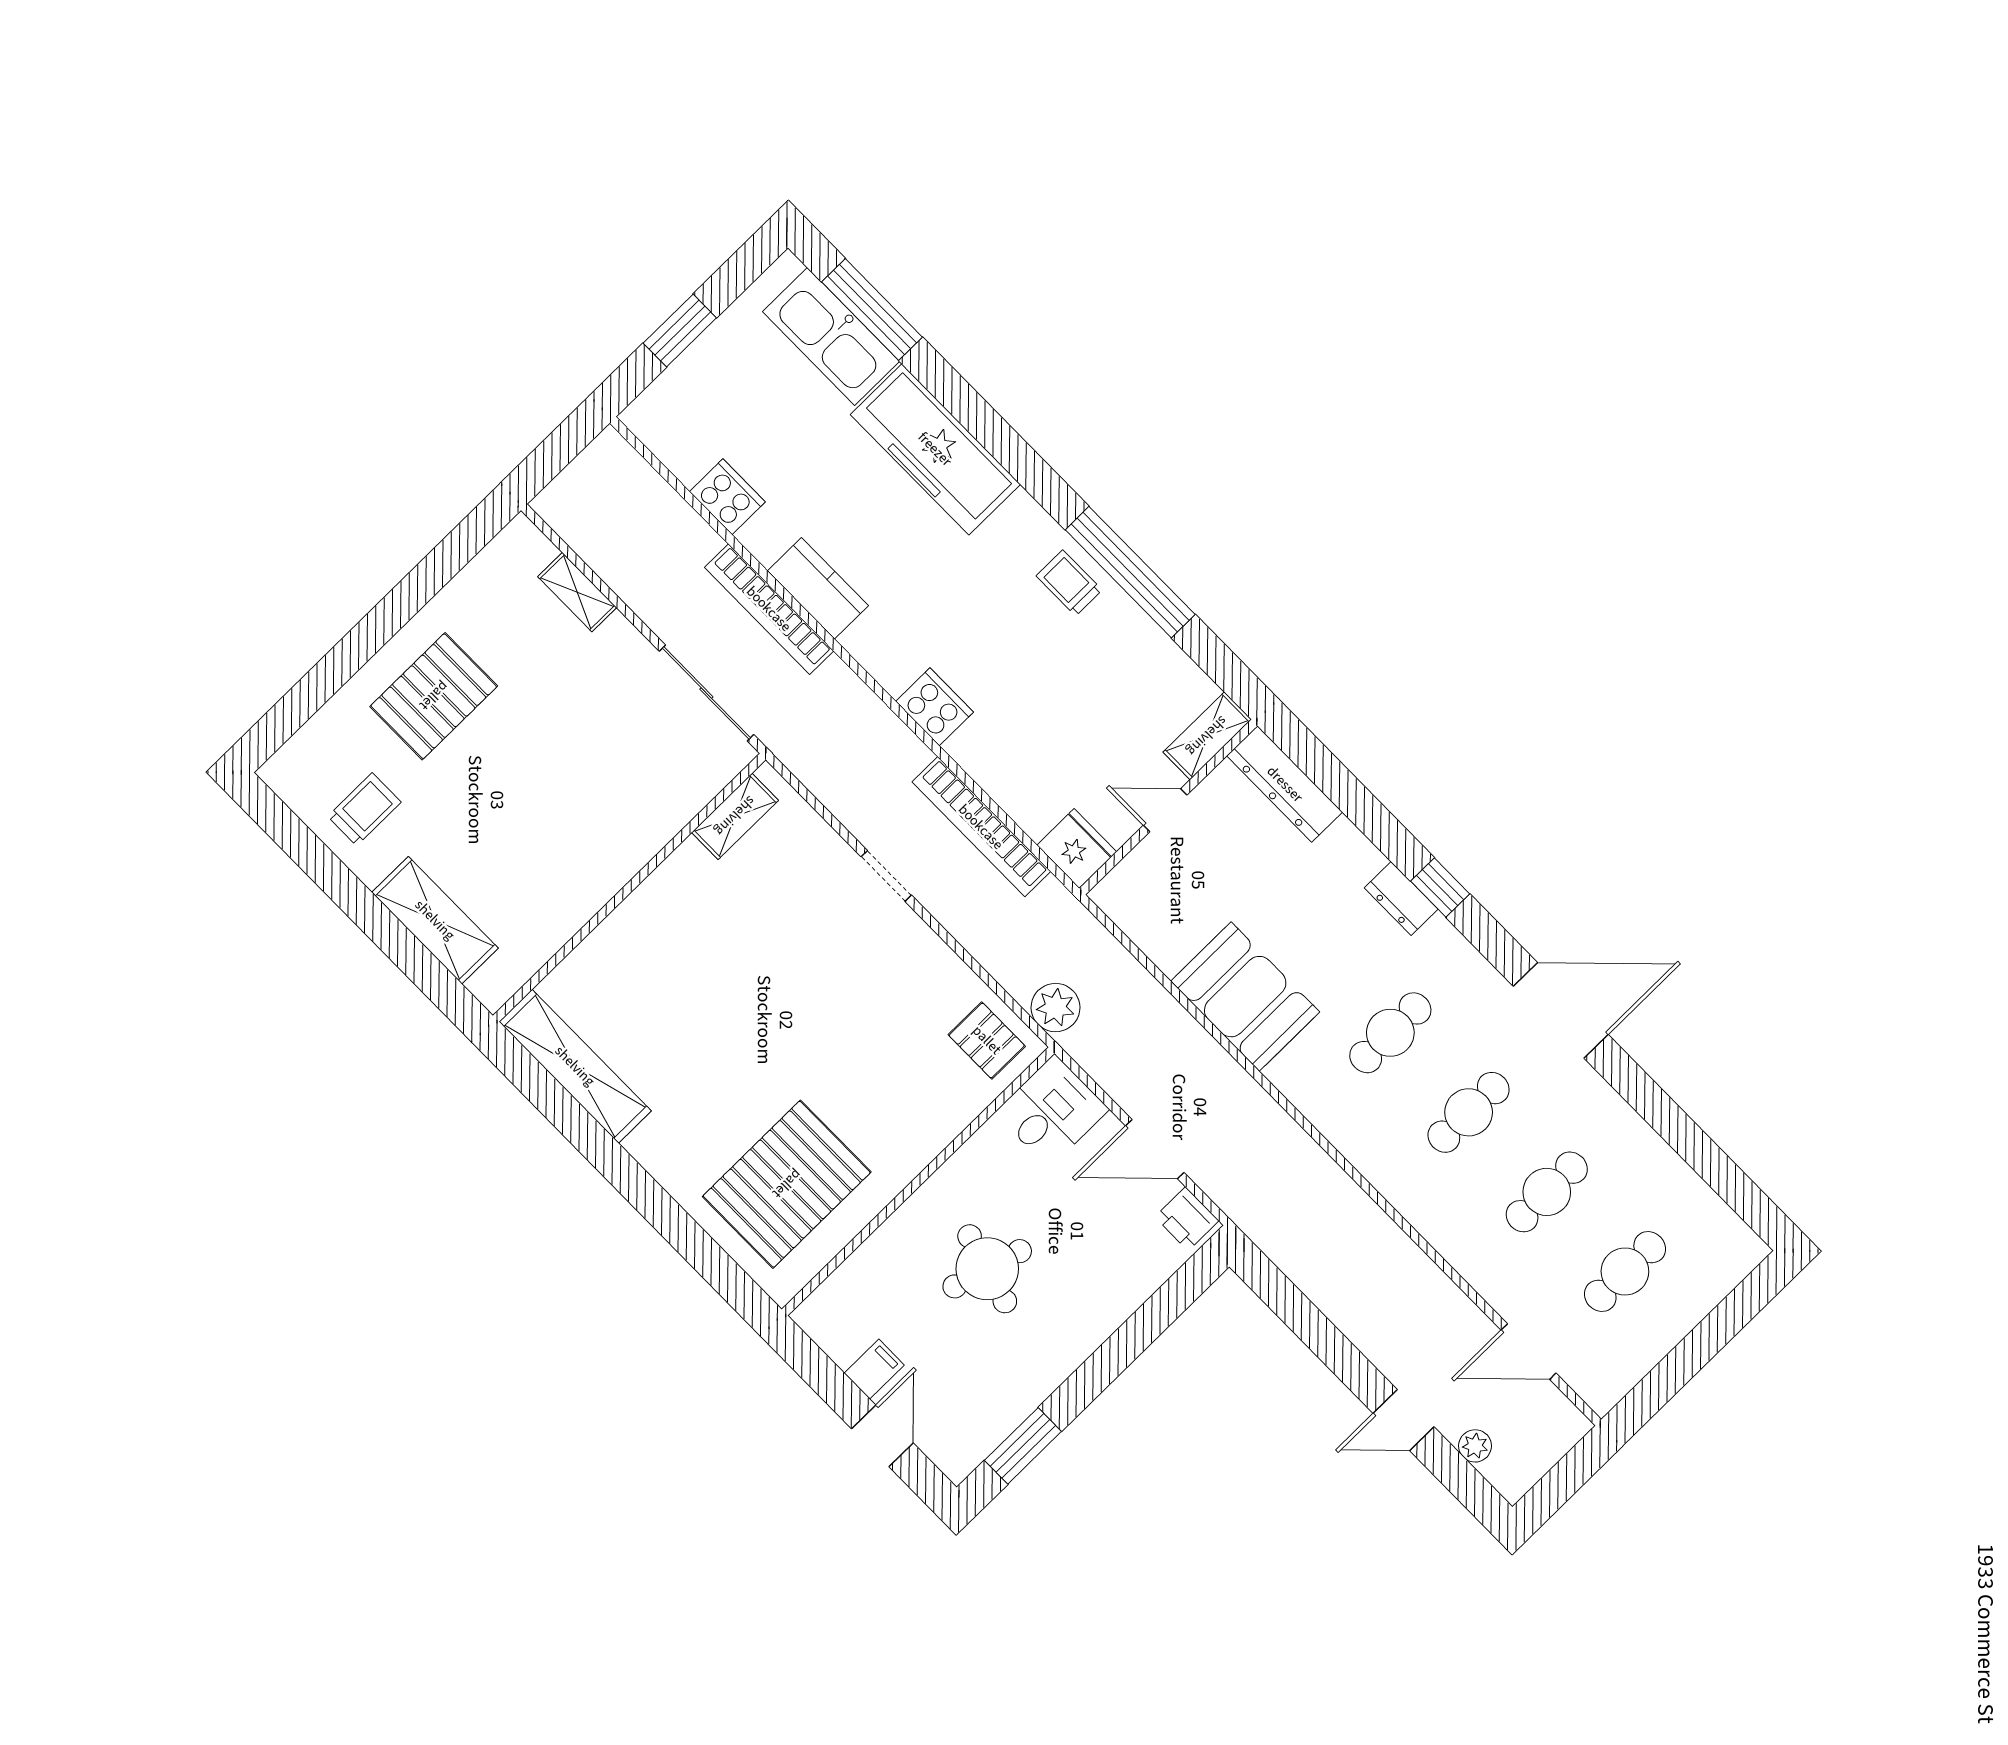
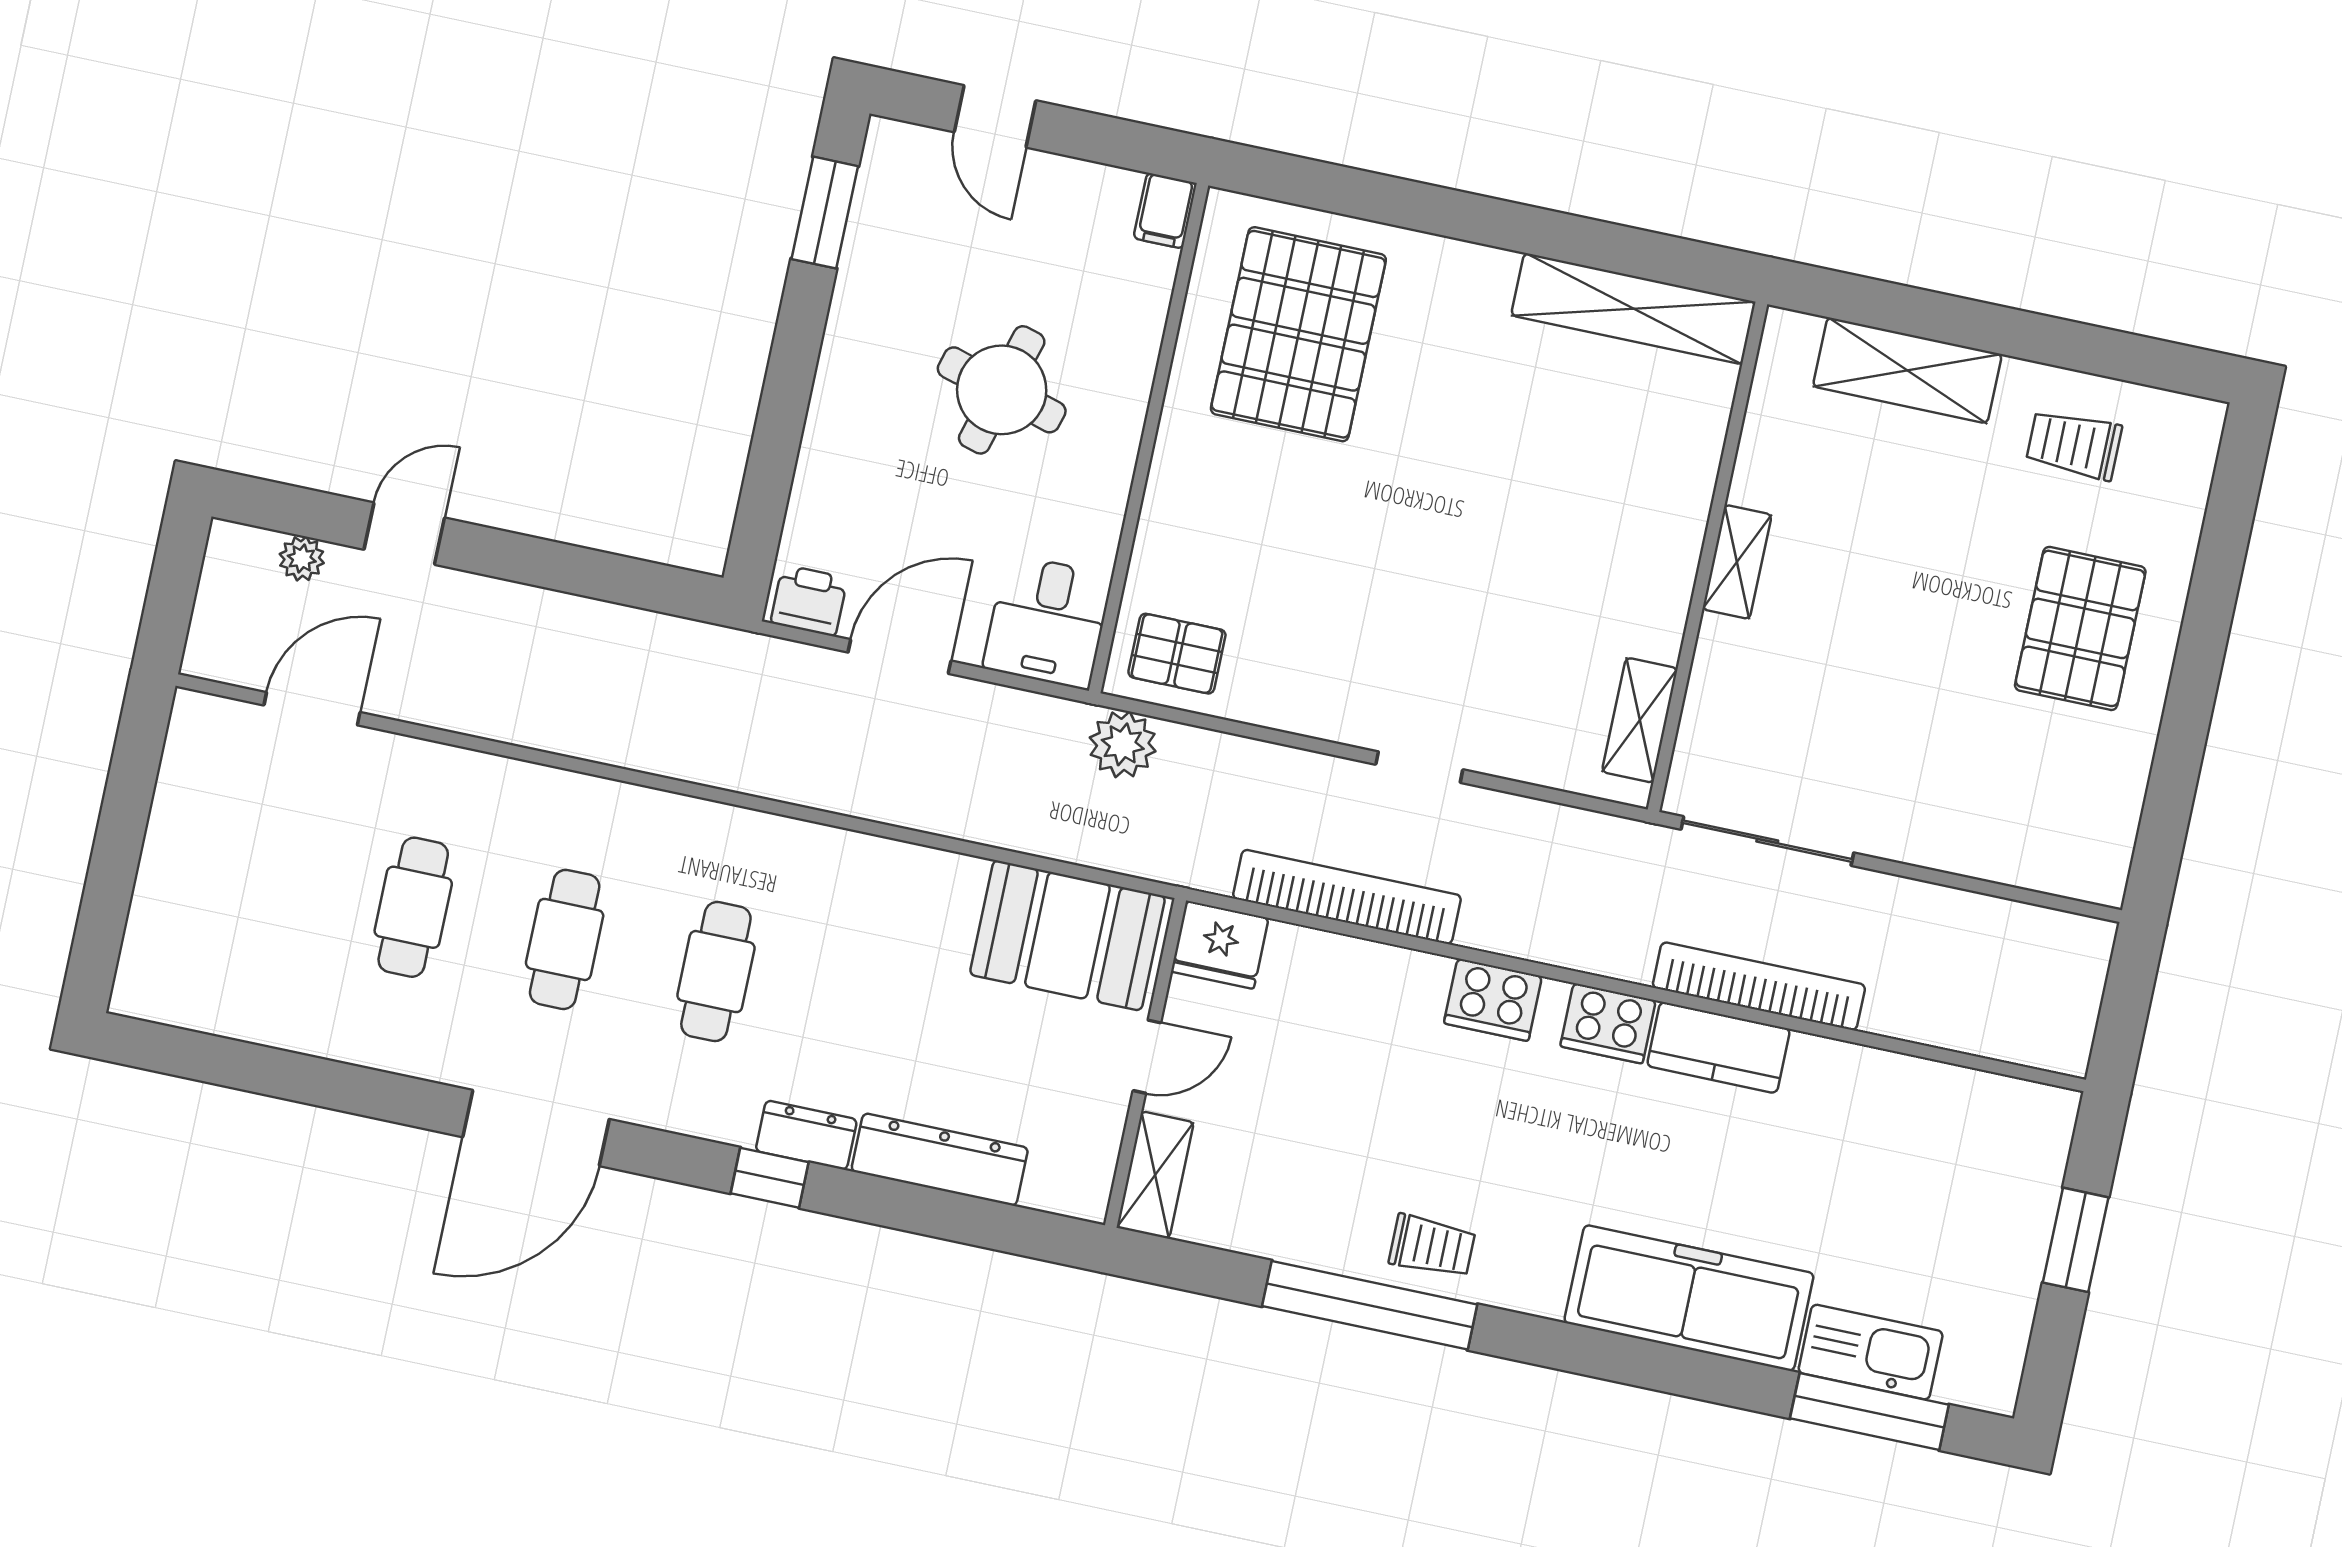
kitchen sink: (831, 336) -> (1871, 1352), width x0.73, depth x0.81
cooker: (727, 497) -> (1608, 1023), moved
shelving: (577, 592) -> (1737, 562), moved, turned 90
dresser: (1285, 784) -> (940, 1159), moved
trolley: (364, 809) -> (2074, 445), turned 90
booth: (1245, 997) -> (1067, 935), moved
cafe table: (1625, 1272) -> (262, 875), removed
filing cabinet: (874, 1369) -> (1165, 211), moved

